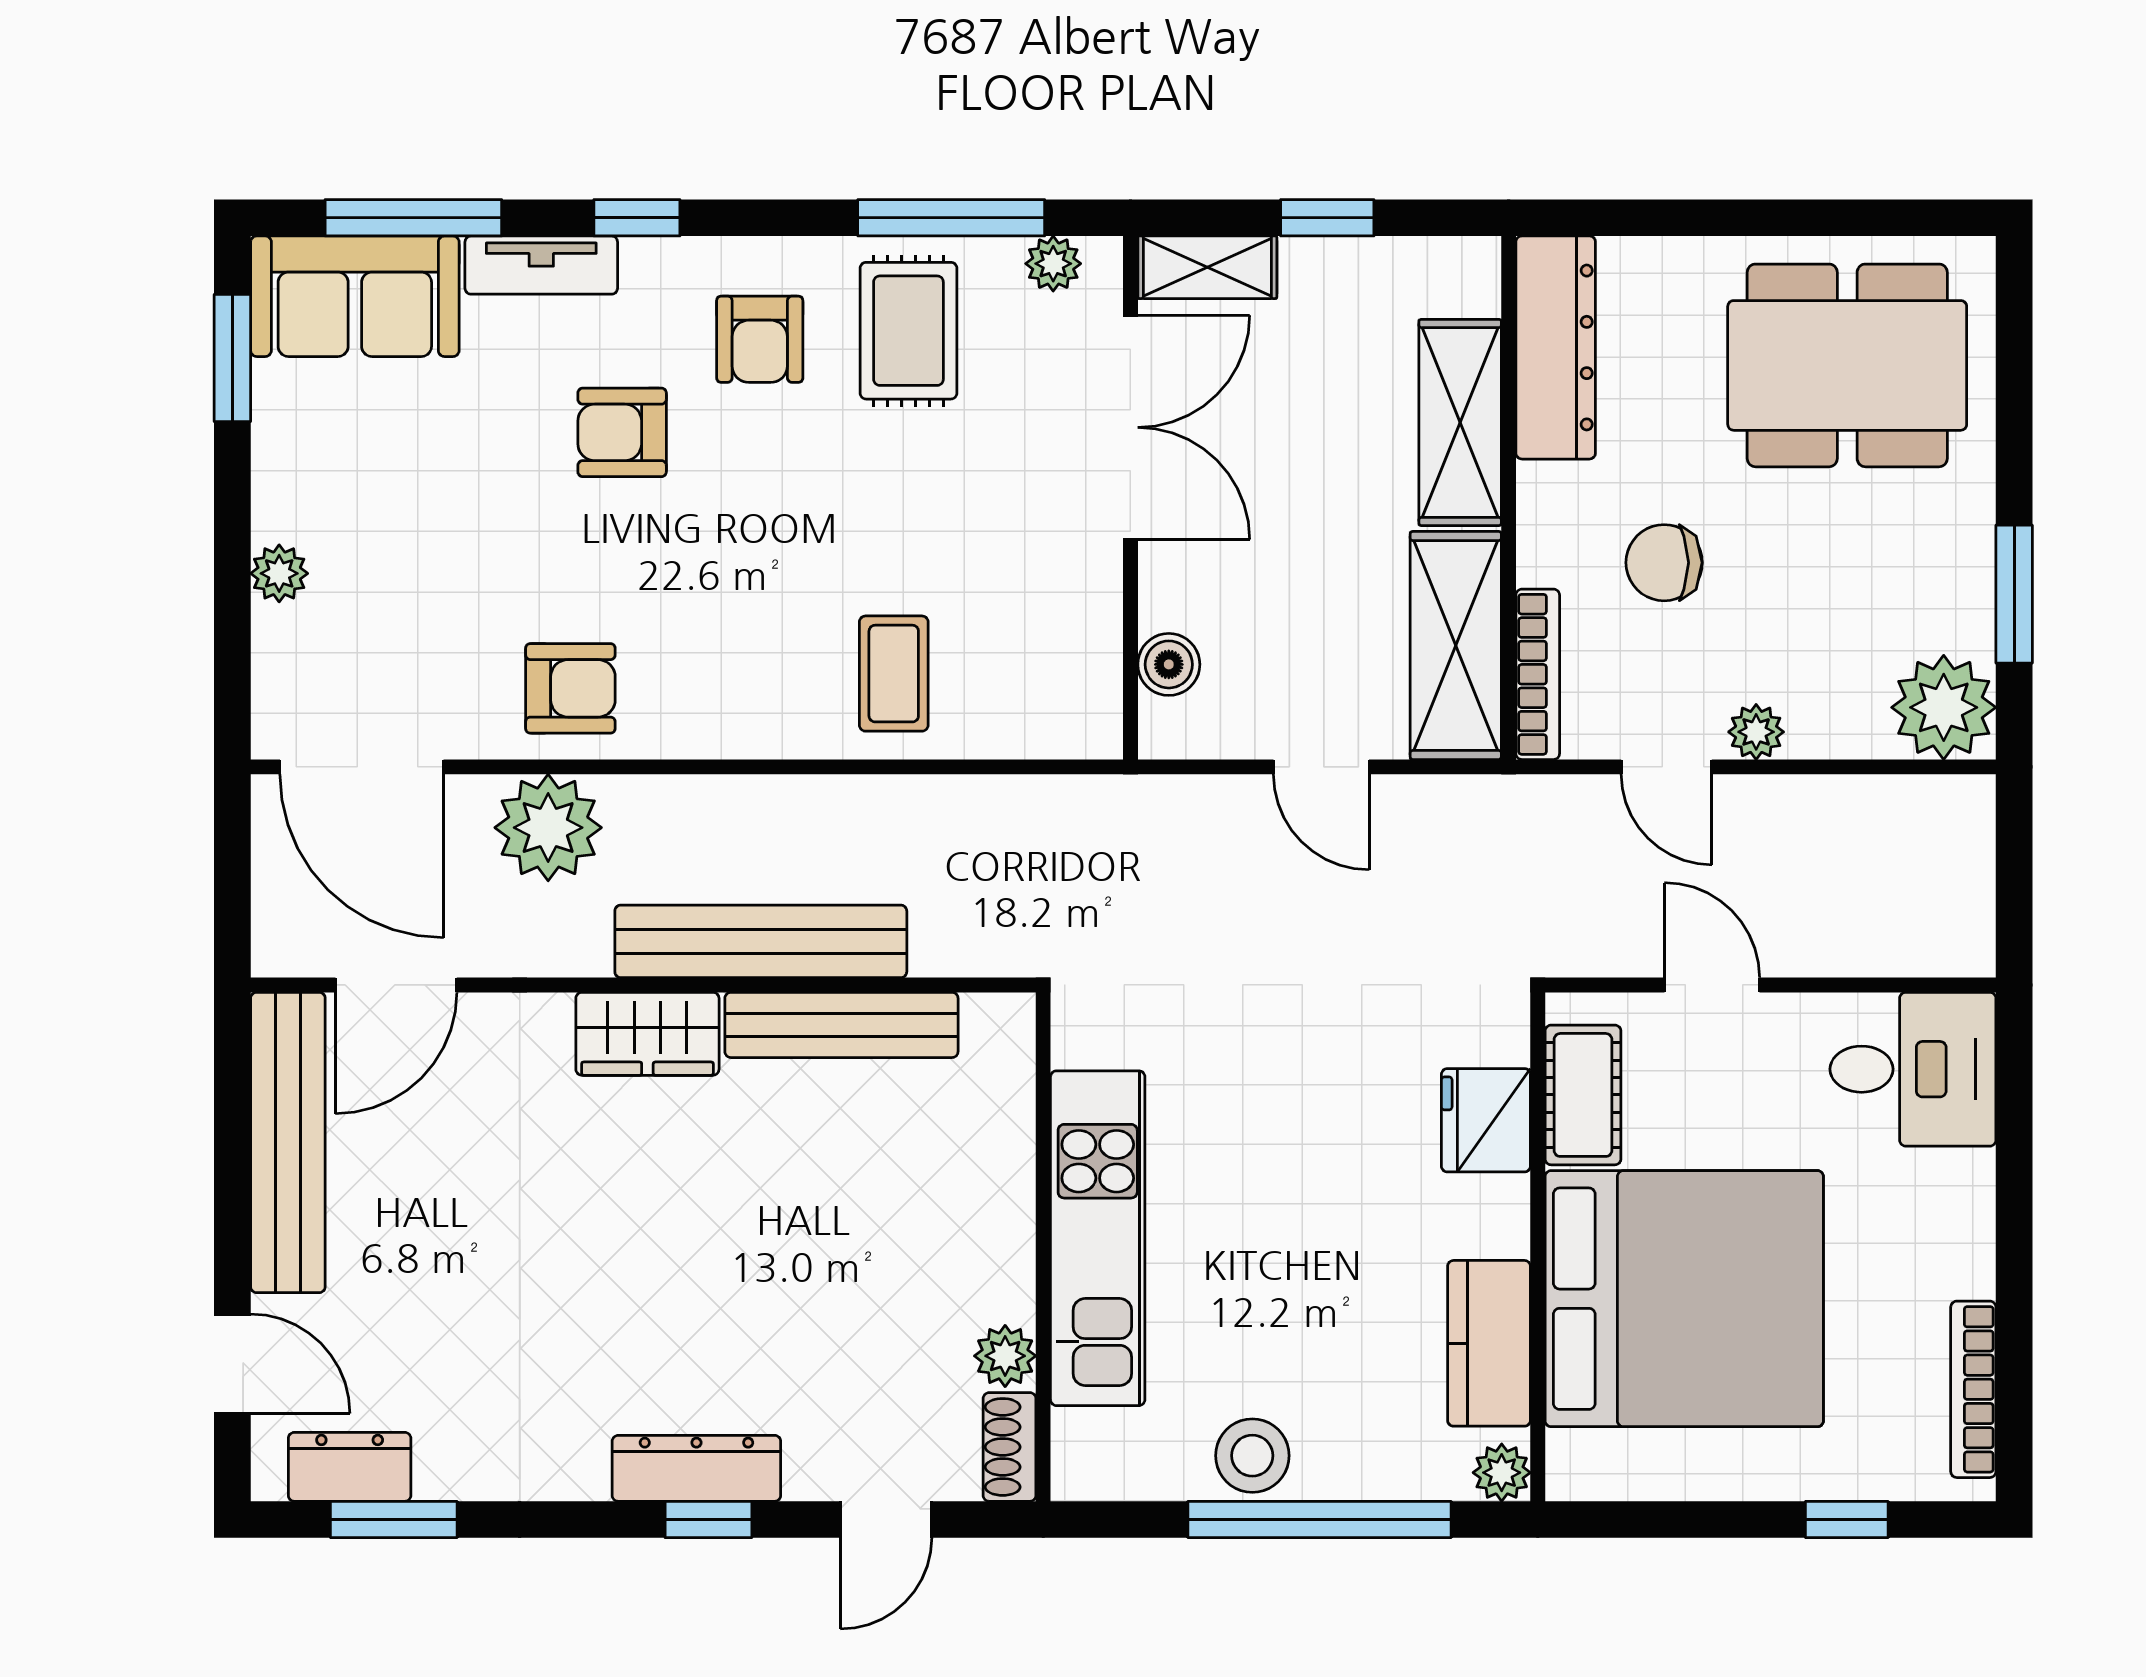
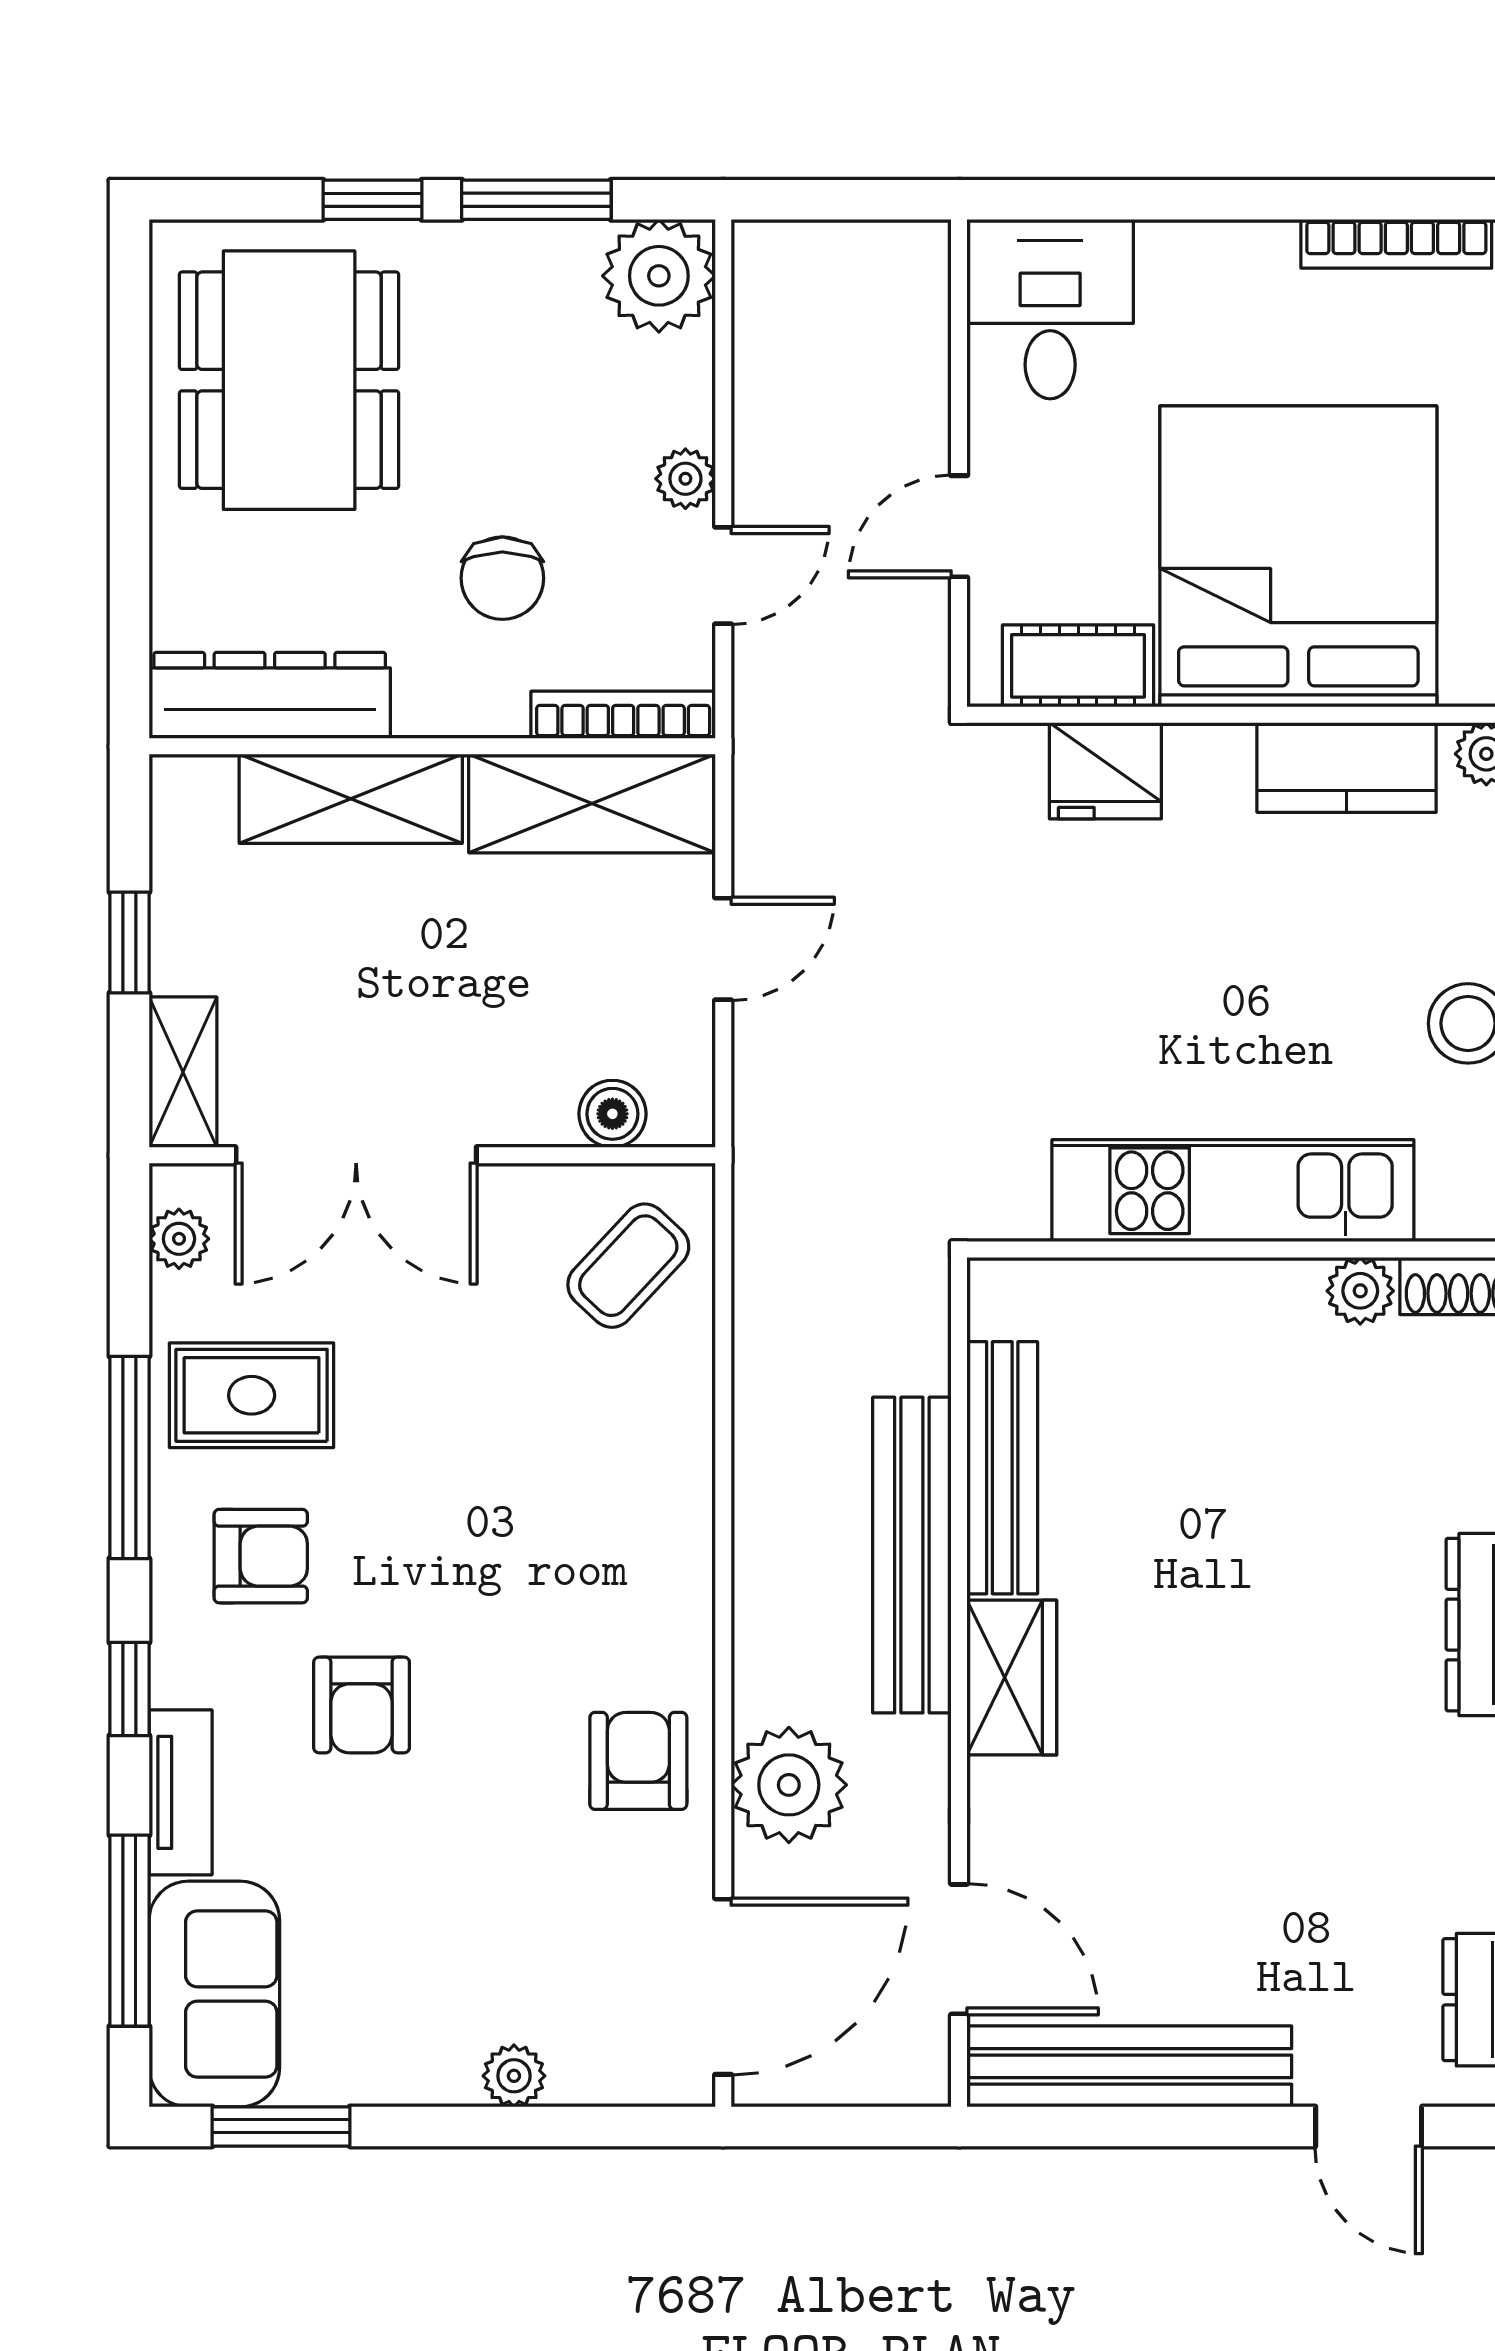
window: (951, 218) -> (129, 1457), moved
double door: (1130, 427) -> (356, 1155), swing flipped
window: (2014, 443) -> (372, 200), added
coffee table: (894, 674) -> (628, 1266), moved, turned -47
door: (232, 1364) -> (1369, 2126), swing flipped

